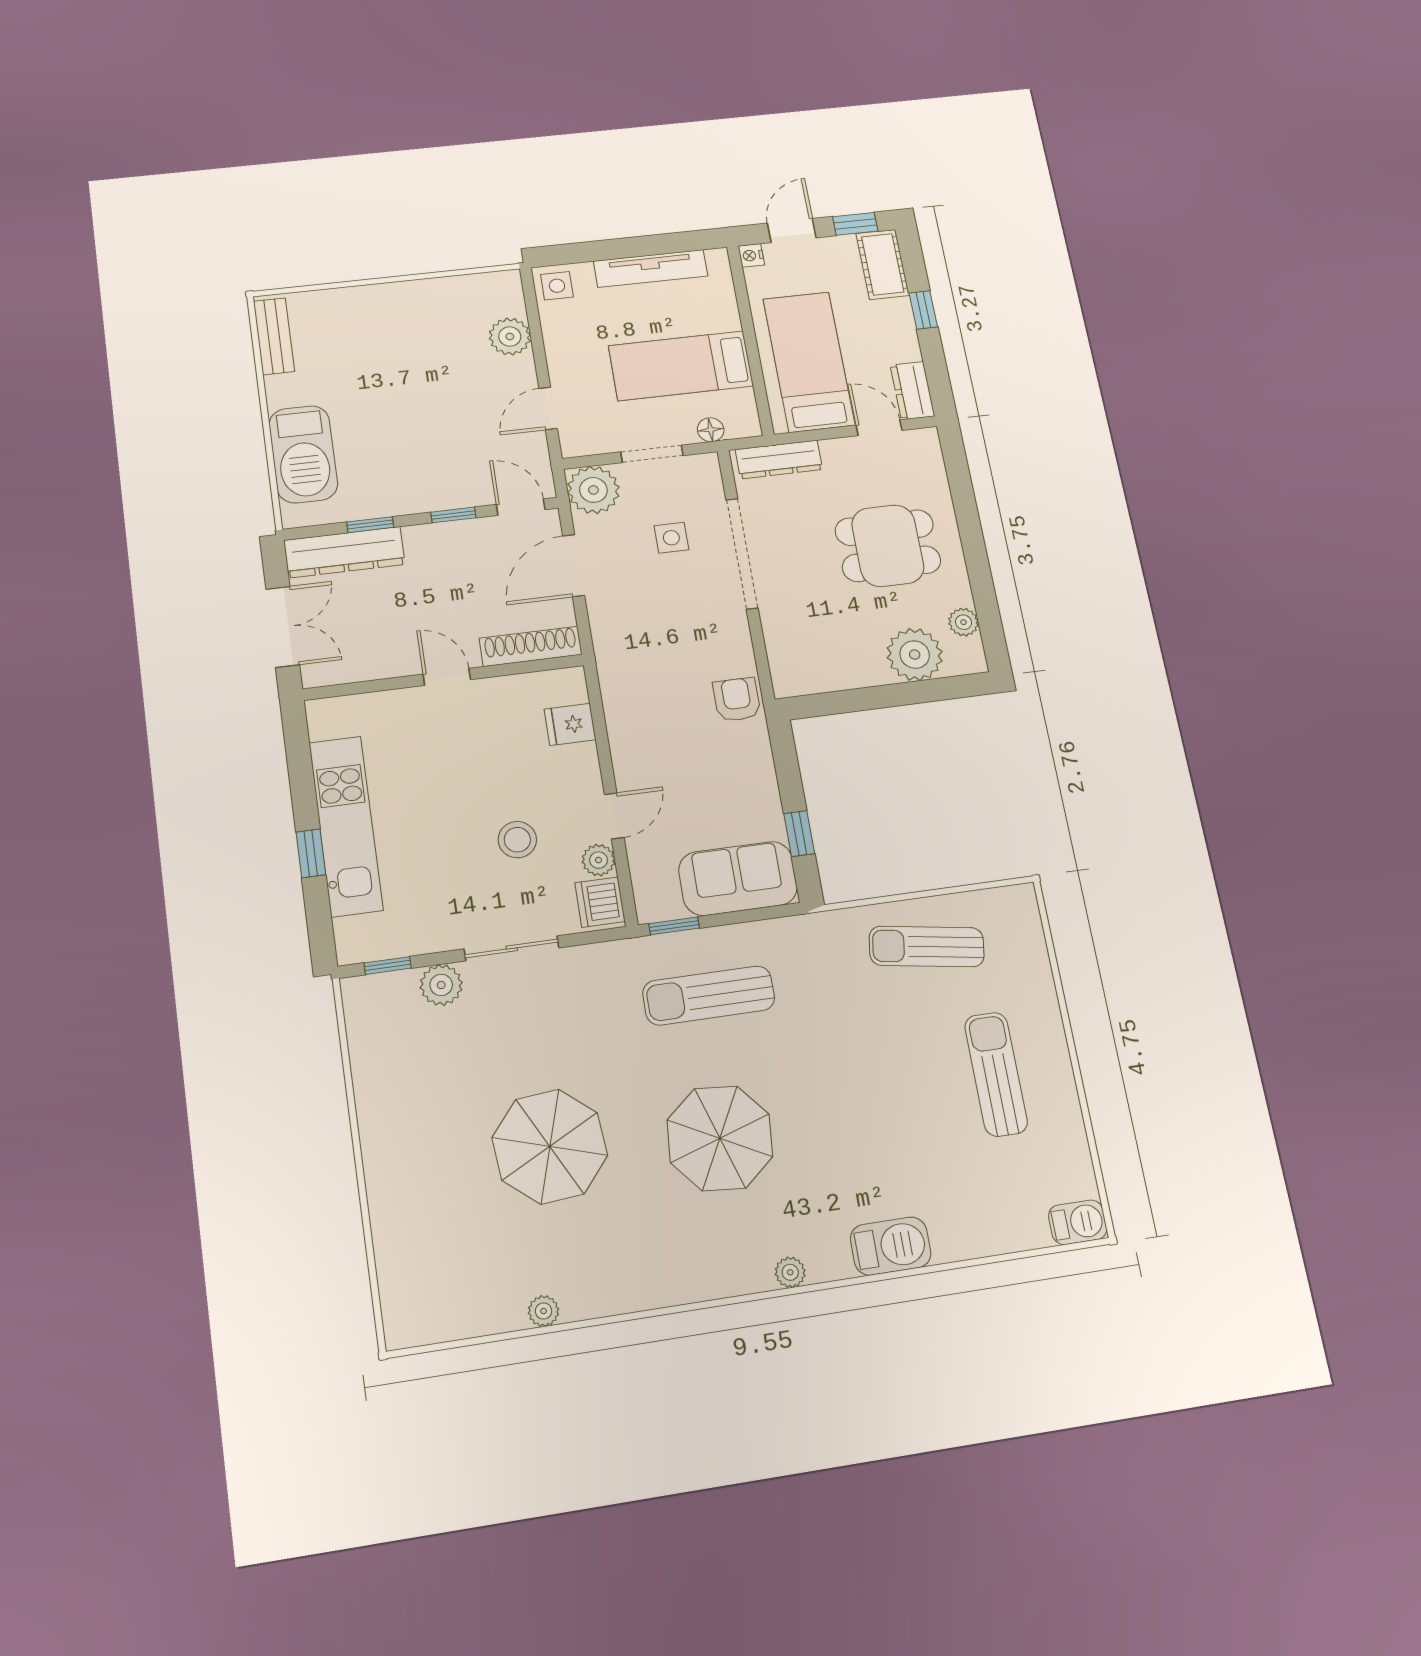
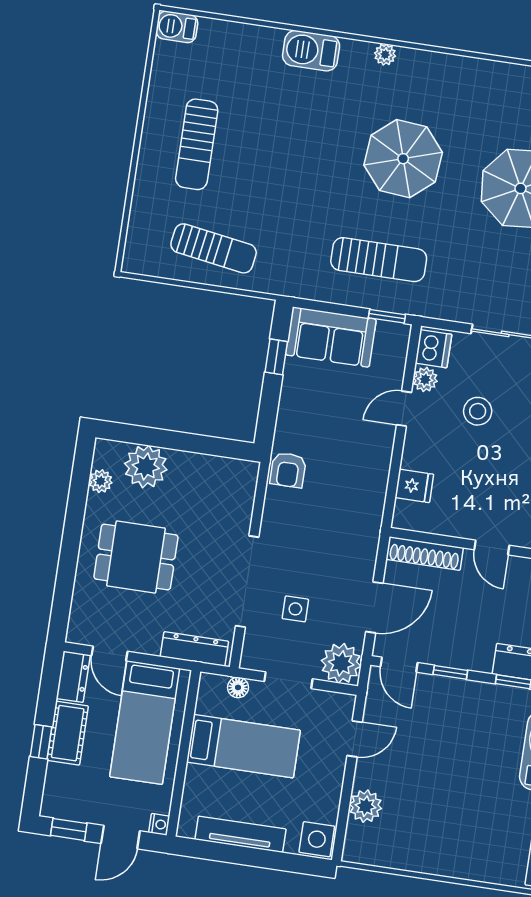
cot: (883, 264) -> (68, 733), moved
side table: (557, 286) -> (317, 839), width x1.37, depth x1.37

